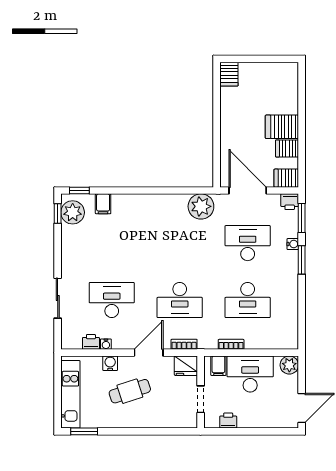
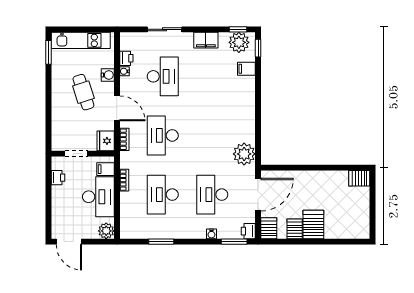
desk: (248, 243) -> (212, 195), turned 180
filing cabinet: (70, 250) -> (206, 40), added
window: (302, 260) -> (161, 242), moved

